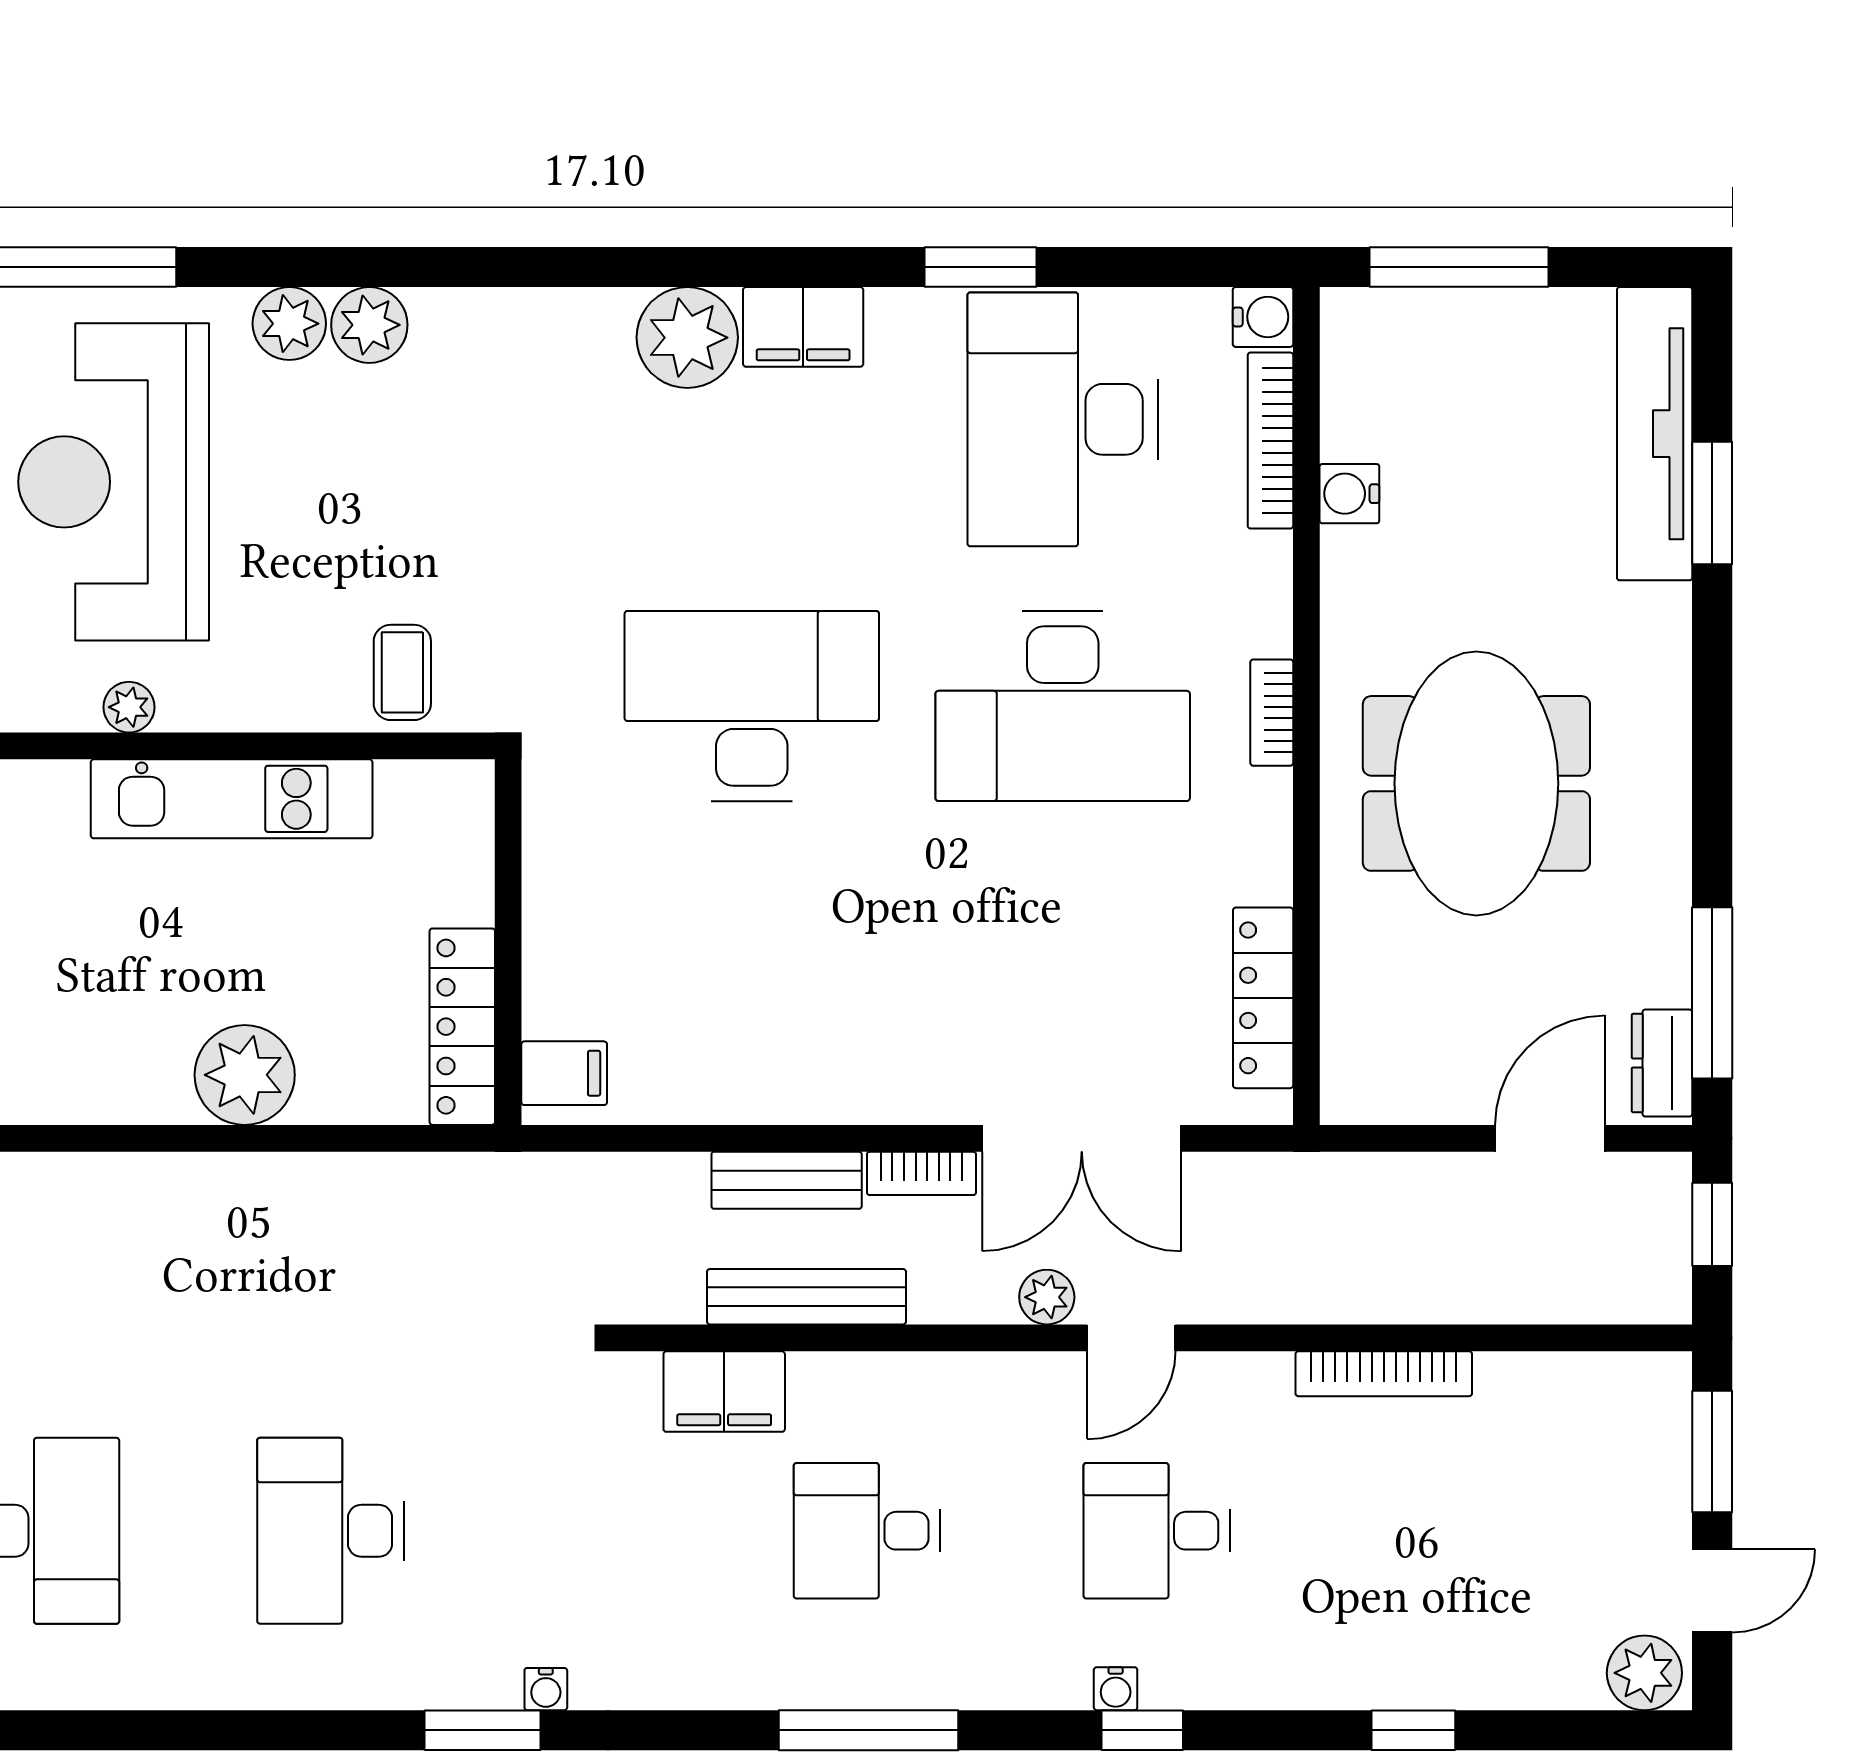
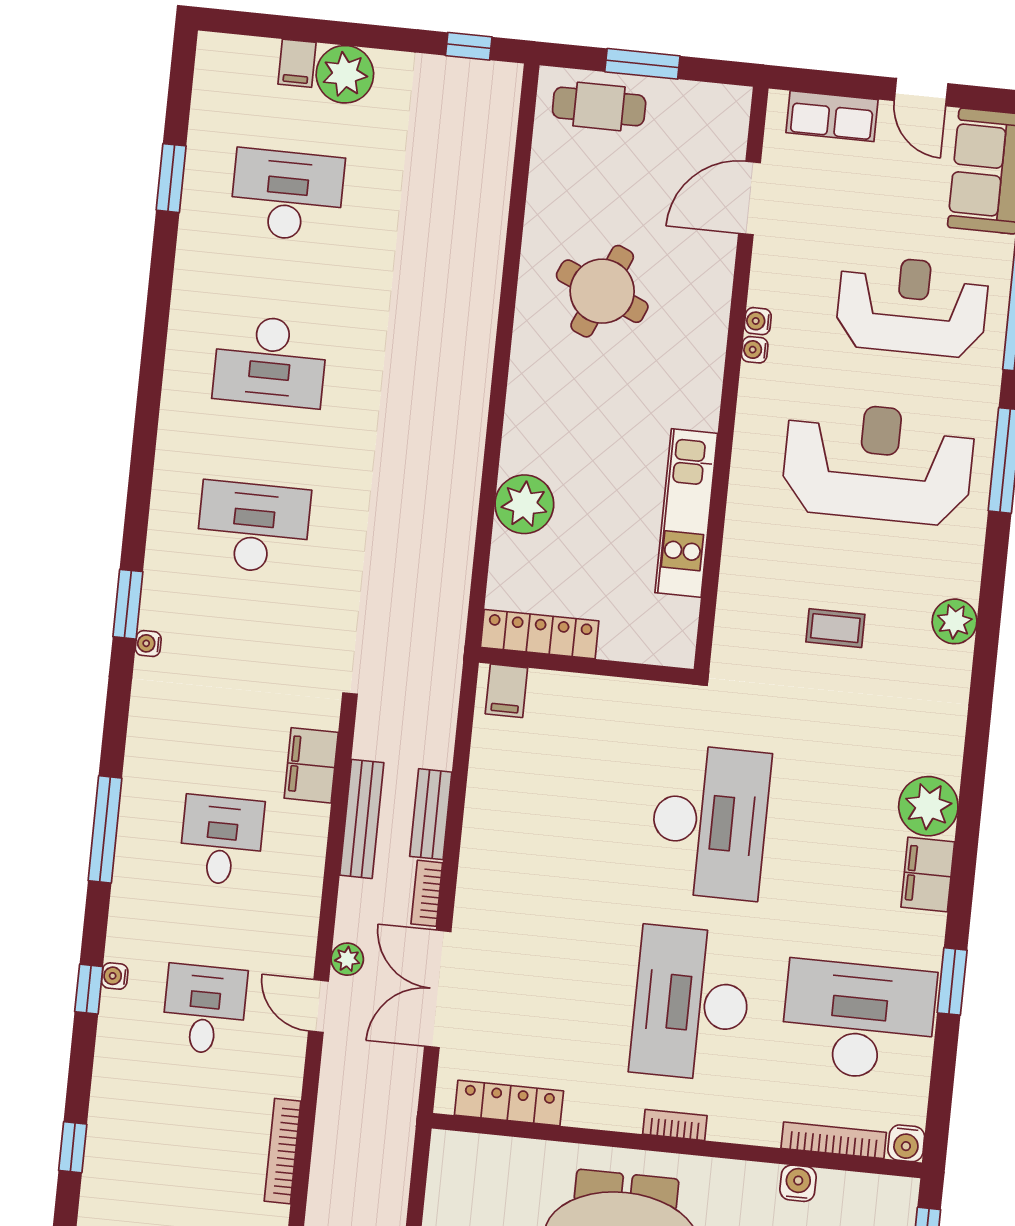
plant: (289, 324) -> (960, 575), removed
coffee table: (402, 672) -> (835, 628), moved
plant: (129, 707) -> (746, 459), removed

